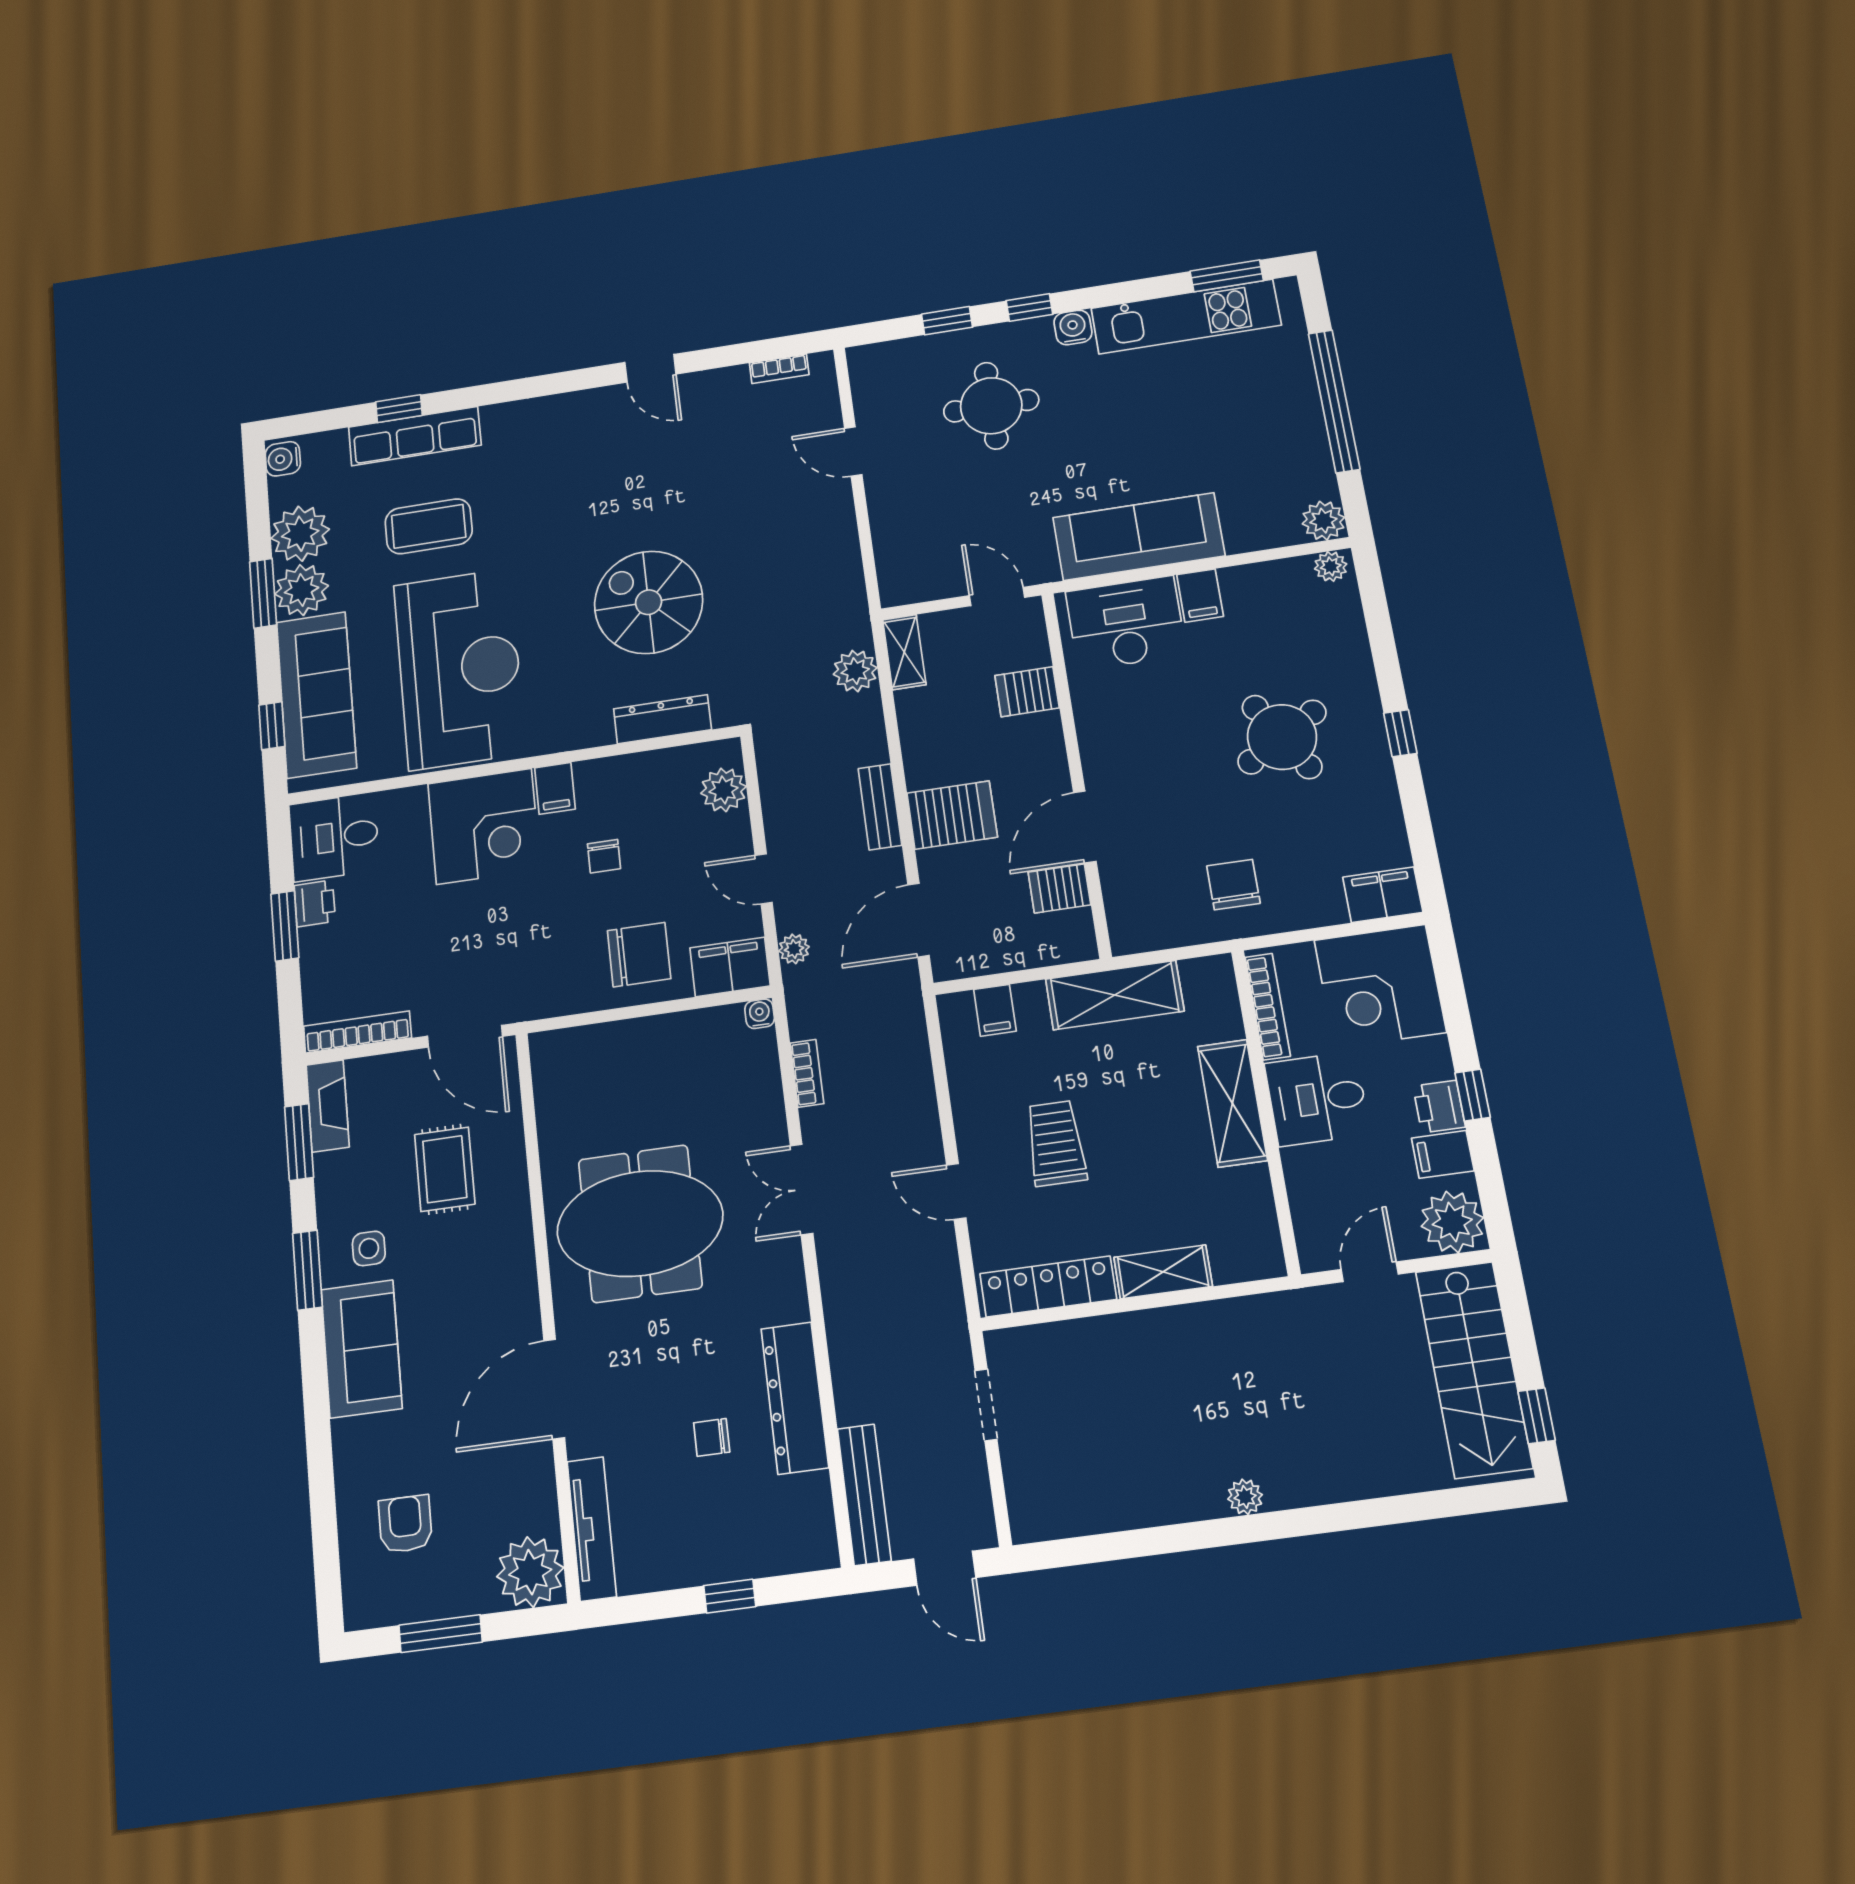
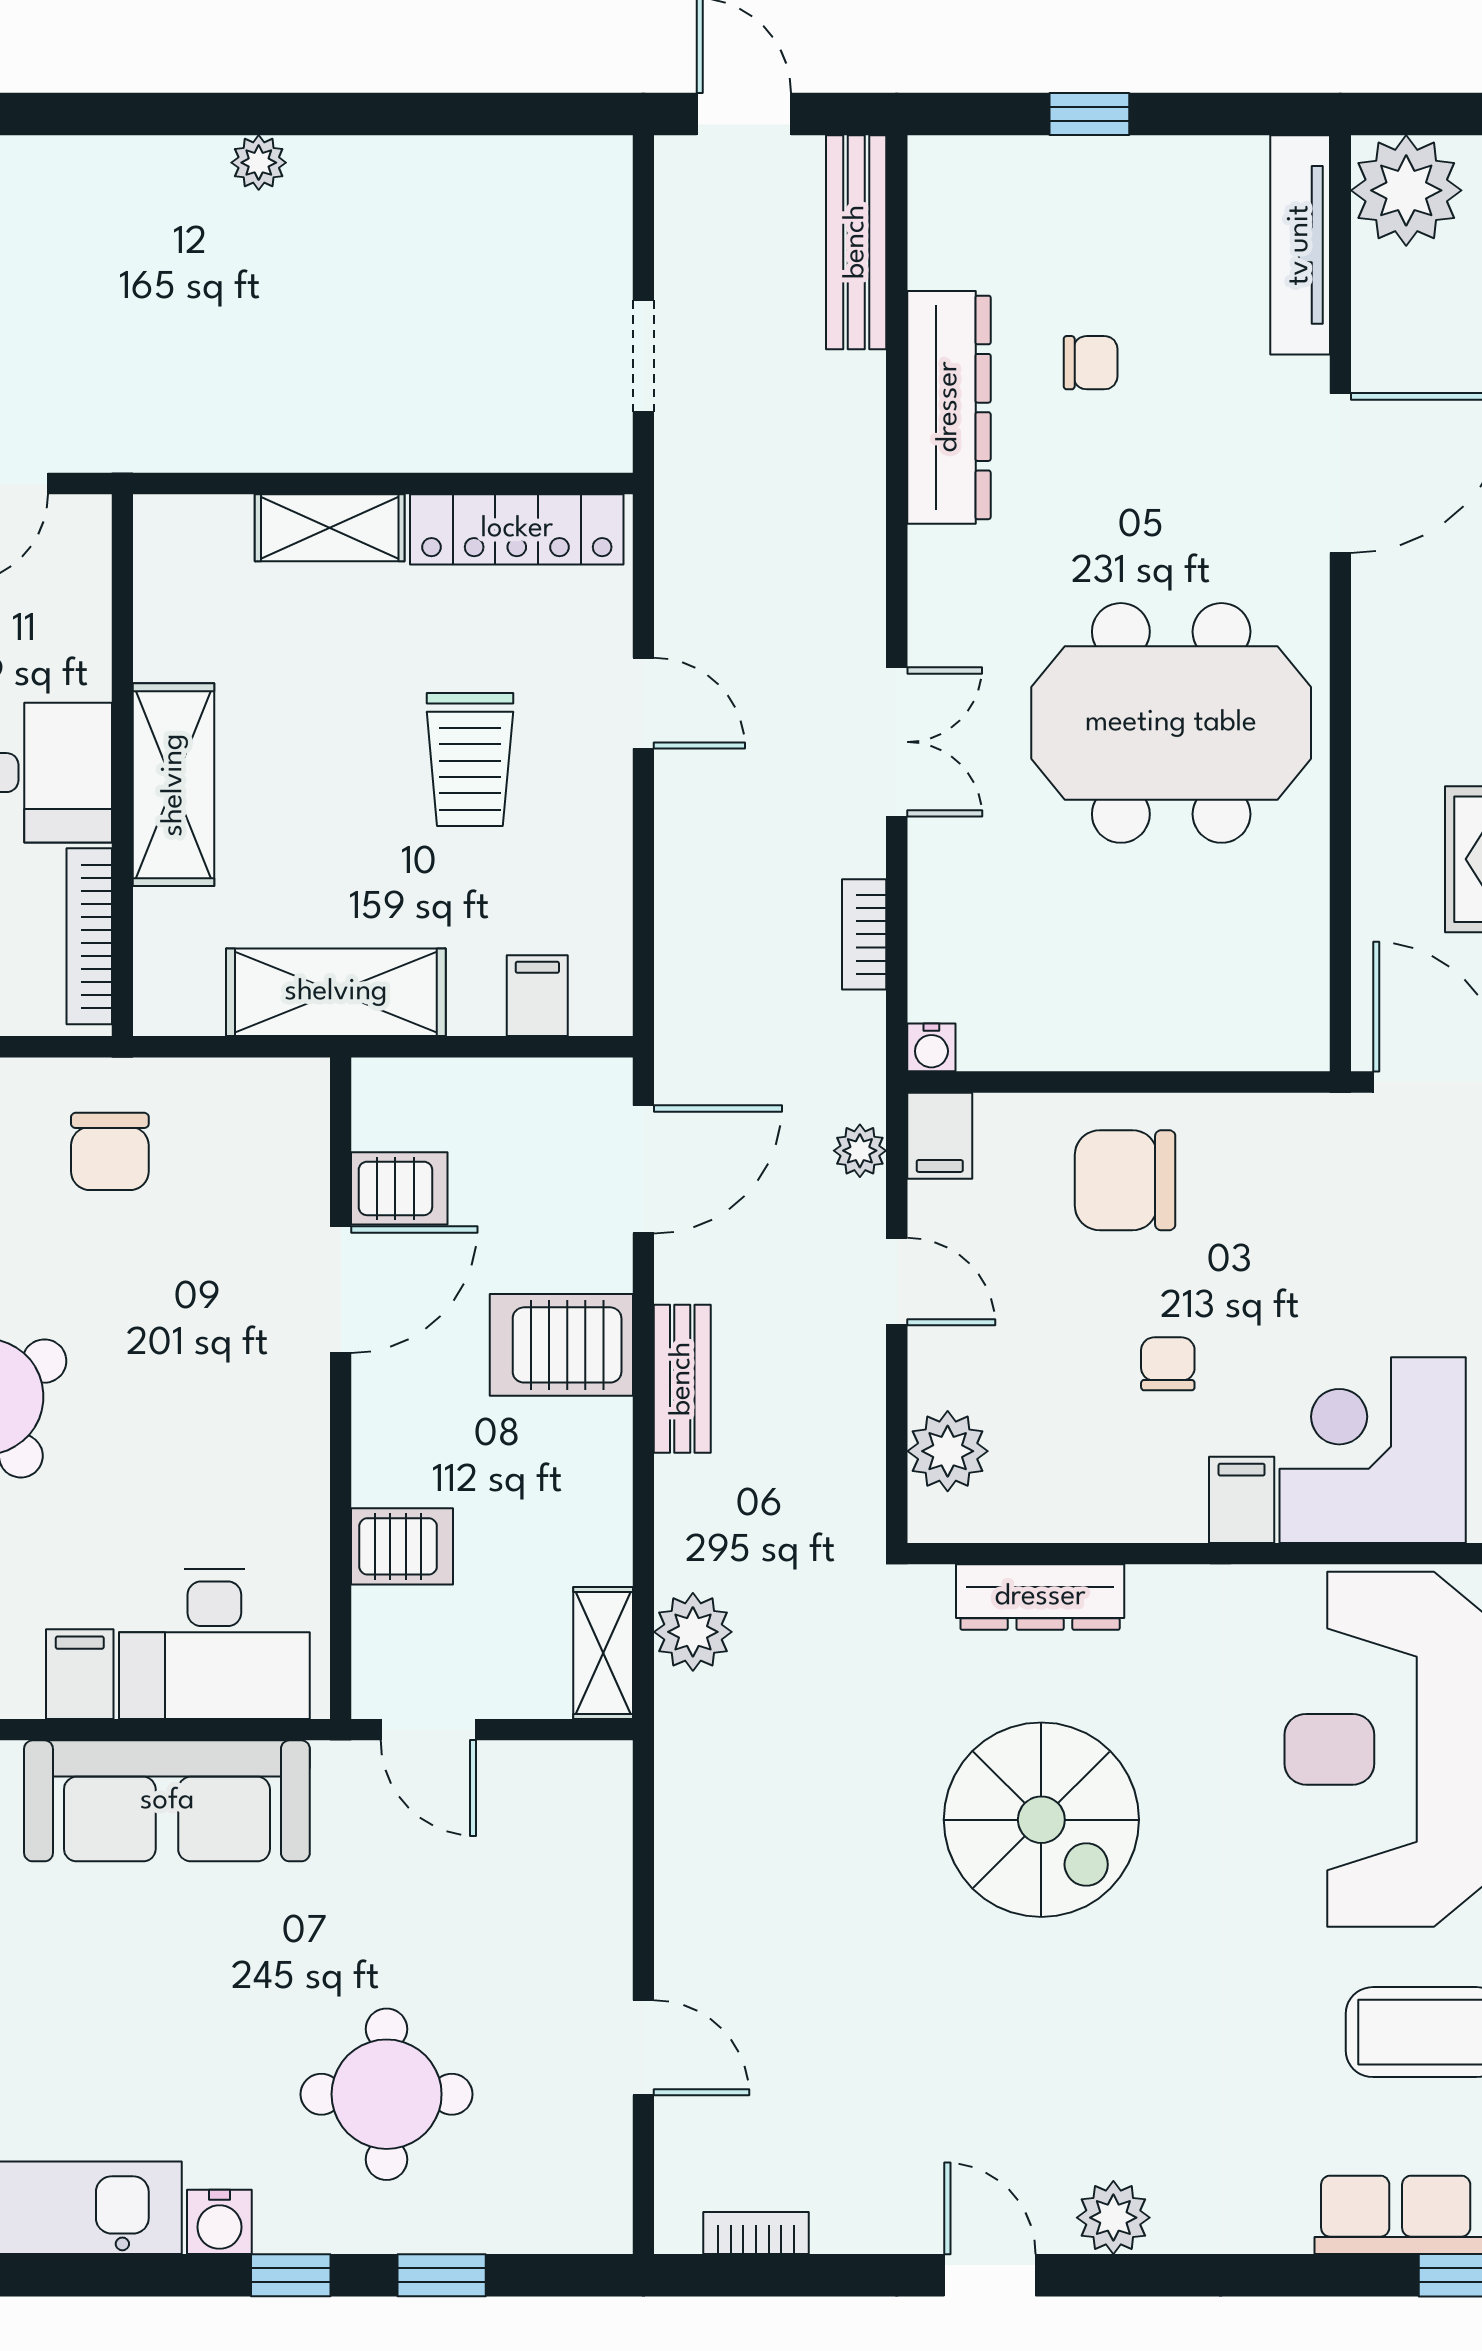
plant: (587, 407) -> (1113, 2218), added
filing cabinet: (730, 967) -> (940, 1136), width x0.50

